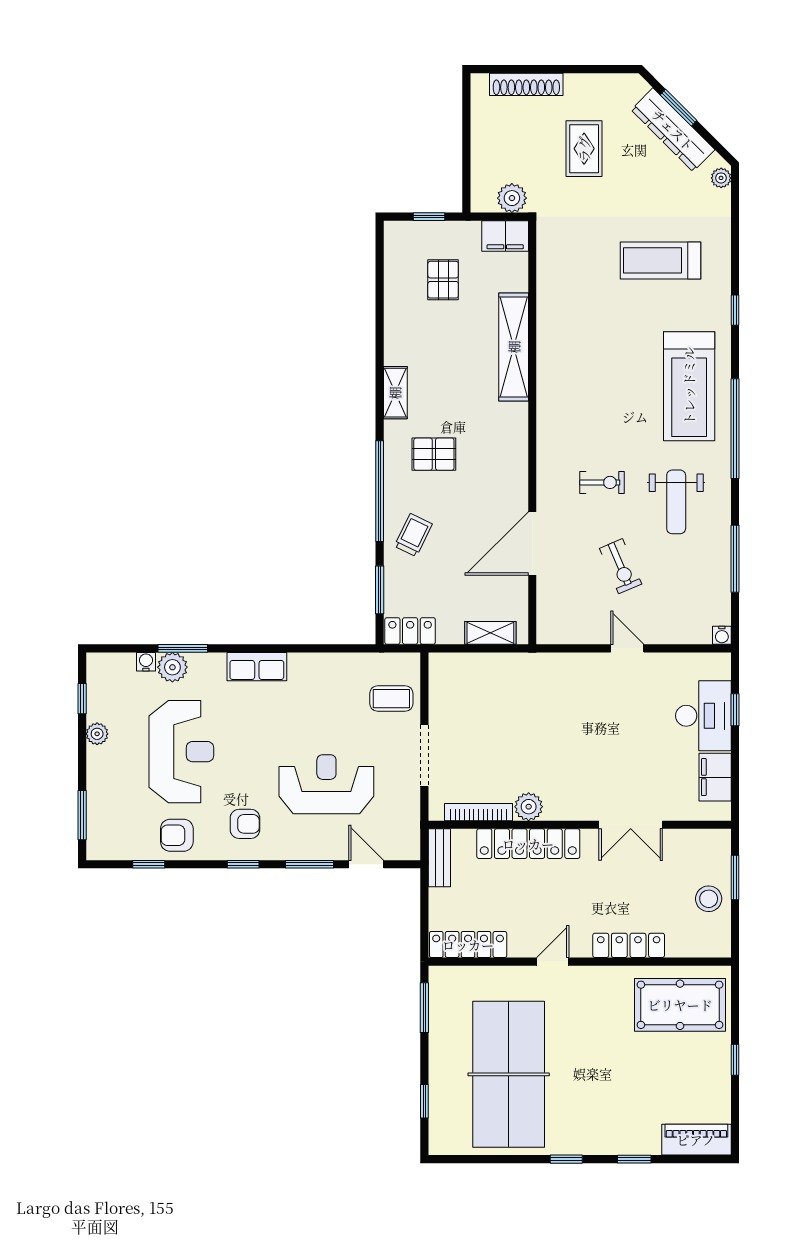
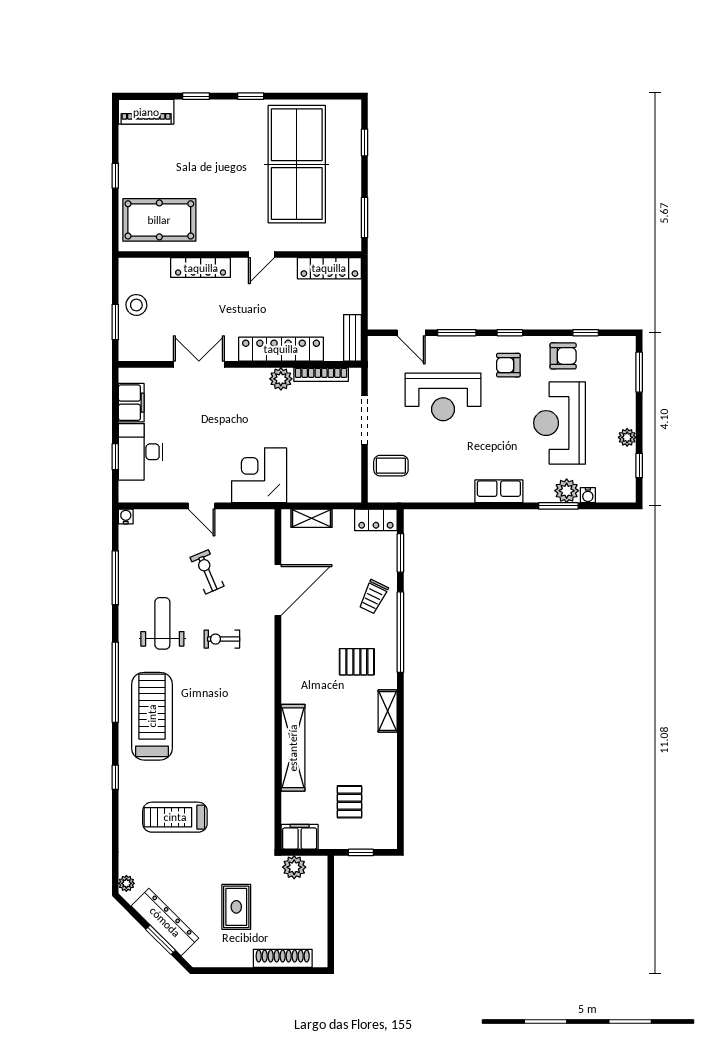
treadmill: (661, 260) -> (175, 817), turned 180
corner desk: (556, 687) -> (259, 475), added

